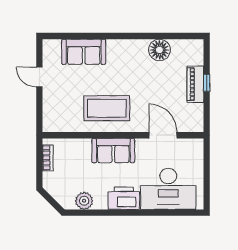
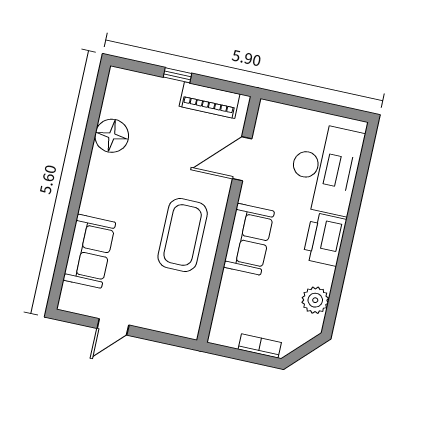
piano: (195, 84) -> (210, 100), moved
bookcase: (48, 158) -> (260, 346), moved

